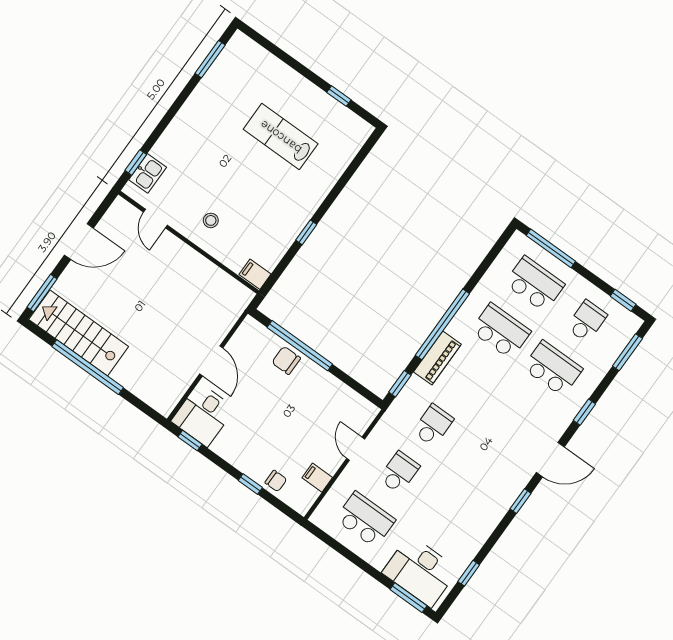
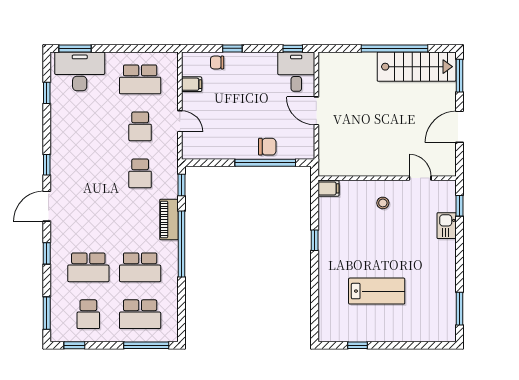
kitchen sink: (148, 173) -> (447, 226), moved

